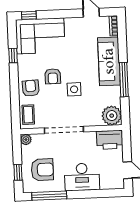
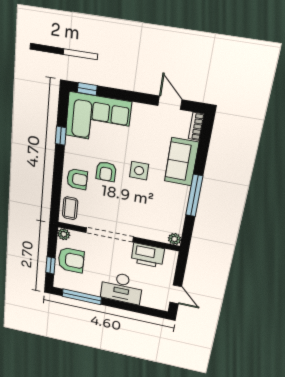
sofa: (109, 61) -> (182, 162), width x0.73
armchair: (31, 88) -> (77, 179), turned 93
side table: (74, 89) -> (139, 171), moved
plant: (112, 116) -> (175, 239), width x0.53, depth x0.53
printer: (110, 140) -> (148, 255), moved
armchair: (42, 170) -> (71, 260), moved

